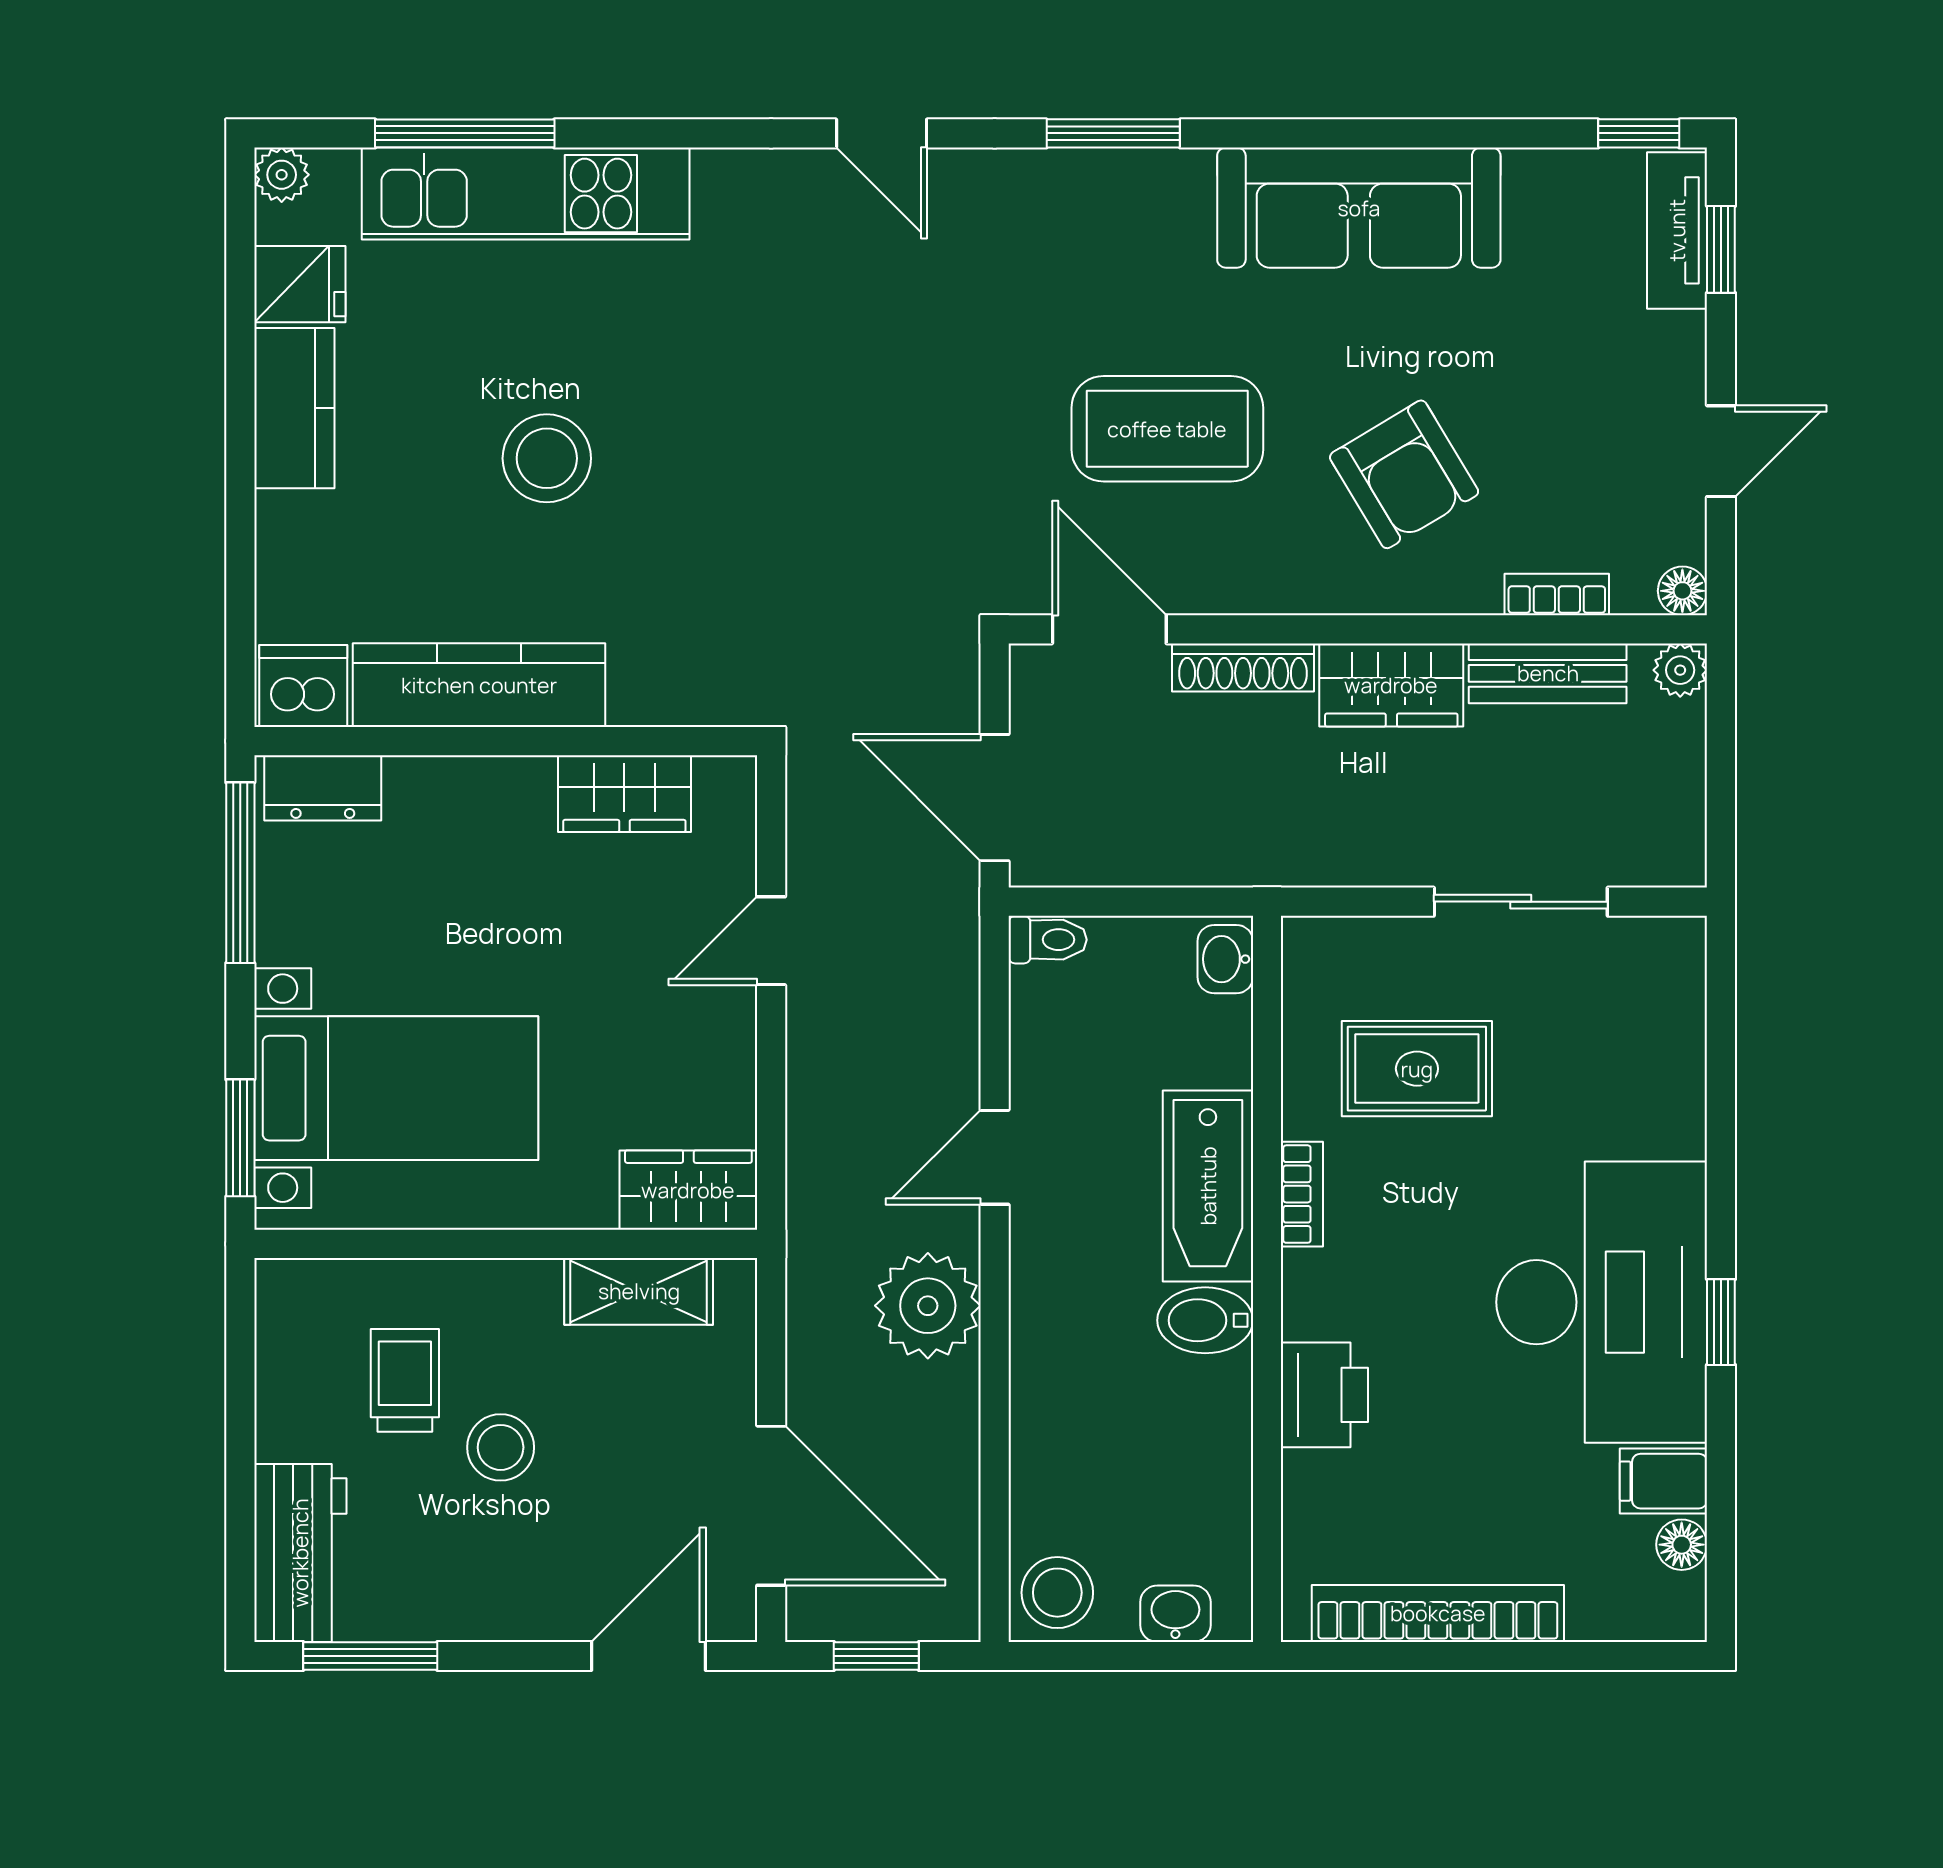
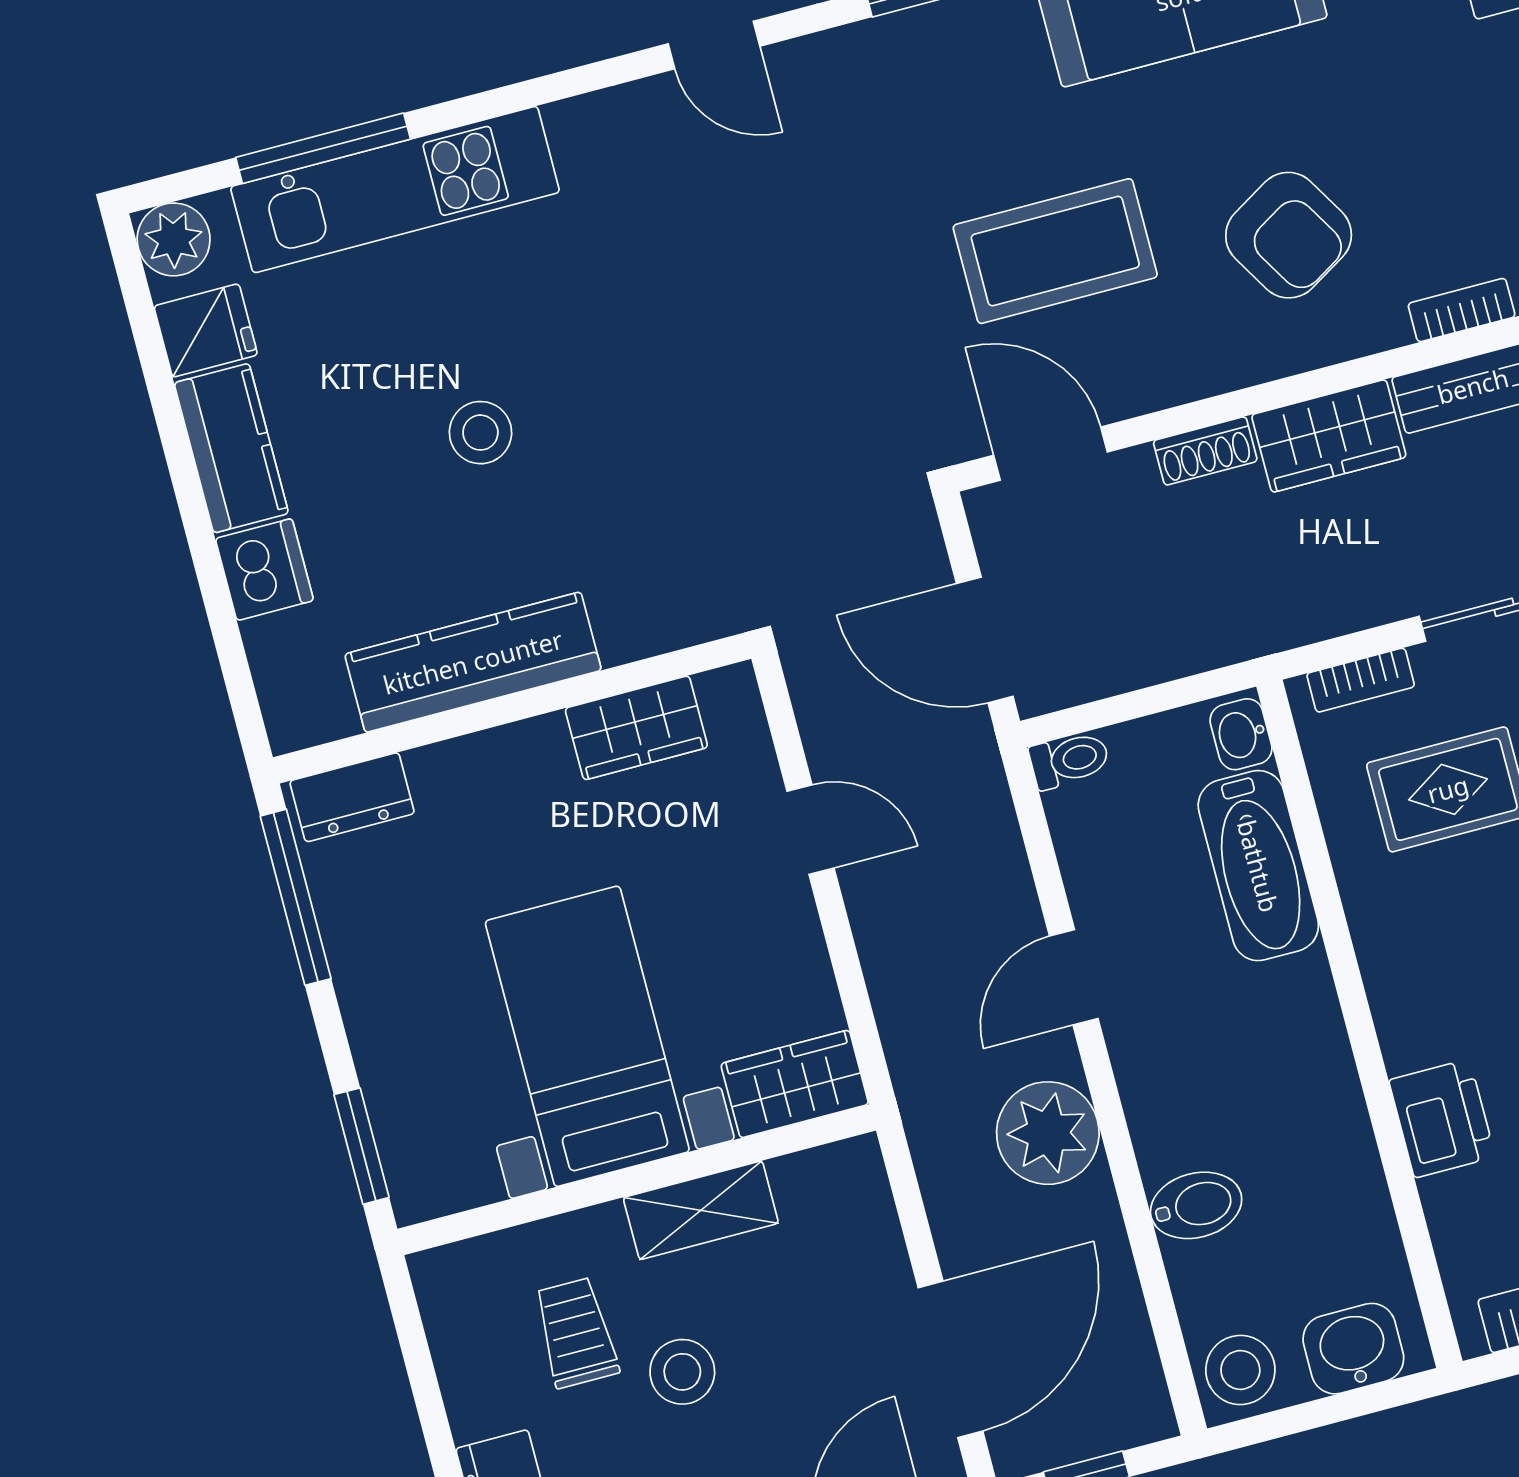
plant: (282, 175) -> (174, 239), width x1.38, depth x1.38
stool: (547, 458) -> (480, 433), width x0.73, depth x0.73
shoe rack: (1243, 667) -> (1205, 451), width x0.70
dishwasher: (303, 686) -> (264, 570), moved, turned 90
door: (771, 941) -> (810, 830), swing flipped
bed with nightstands: (396, 1088) -> (587, 1036), moved, turned -90
bathtub: (1208, 1186) -> (1258, 866), moved
bookcase: (1302, 1194) -> (1361, 680), moved, turned 90
shelving: (639, 1291) -> (701, 1210), moved
bidet: (1205, 1320) -> (1196, 1205), moved, turned 180
door: (771, 1506) -> (950, 1359), hinge flipped
washbasin: (1175, 1614) -> (1353, 1349), width x1.38, depth x1.45

